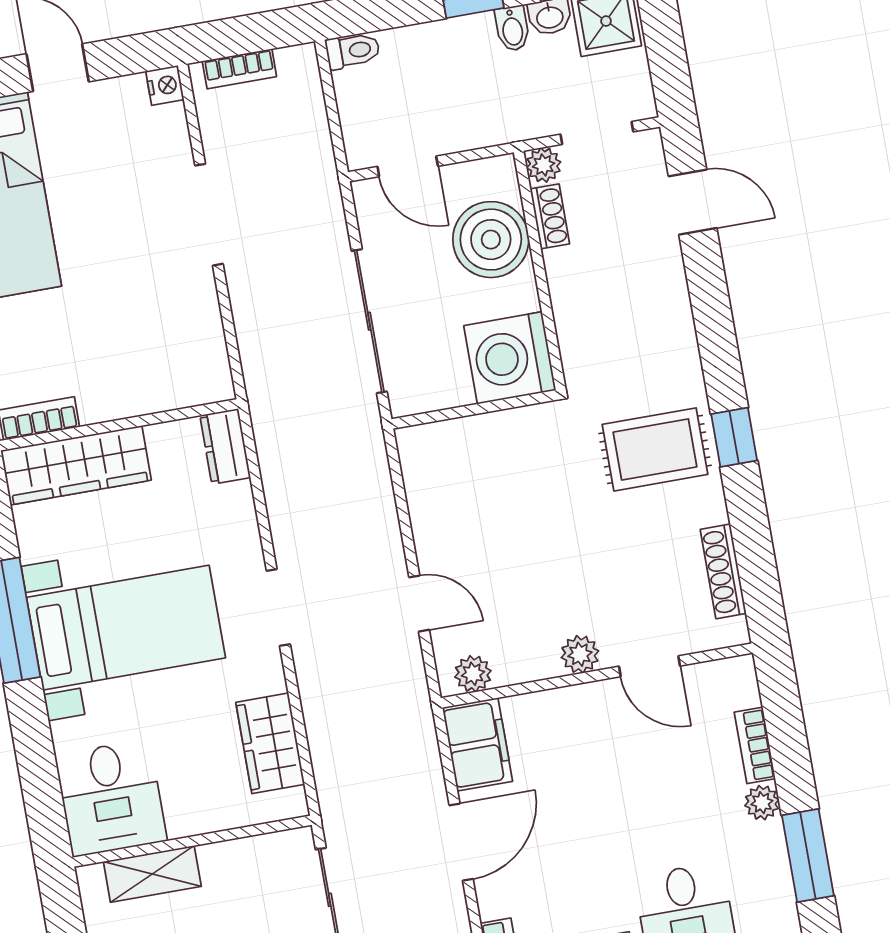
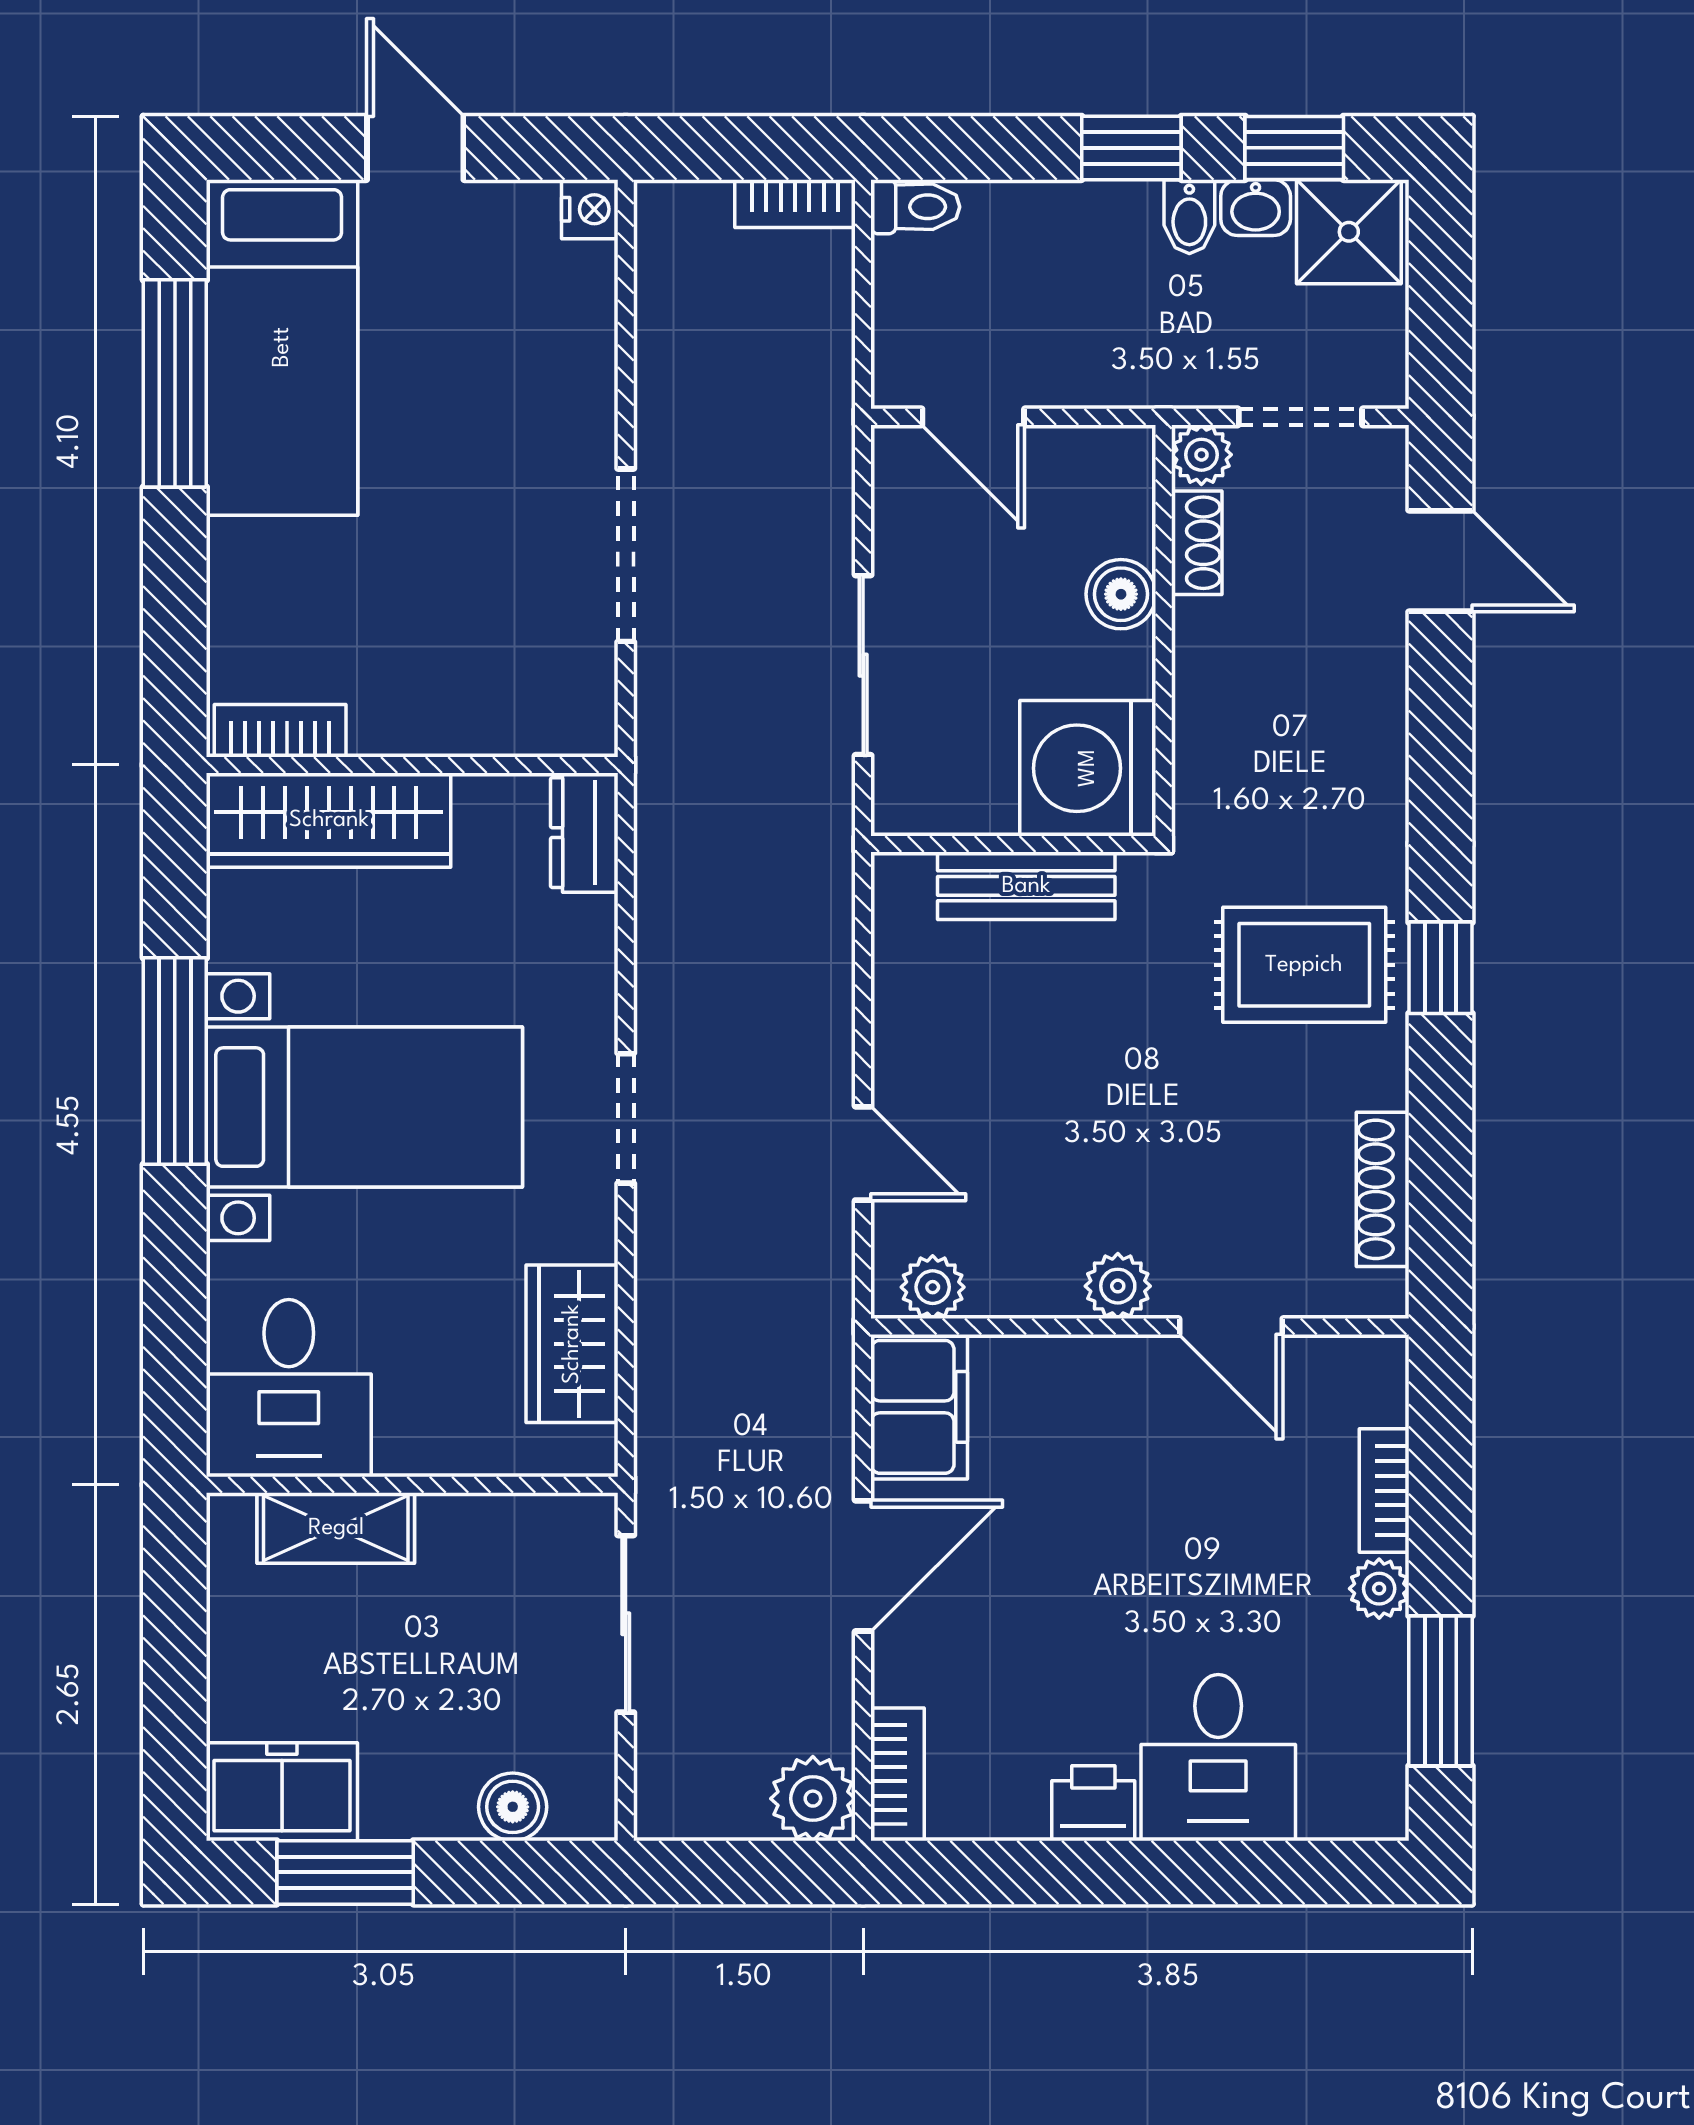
bookcase: (239, 69) -> (795, 204), moved
doorway: (209, 215) -> (626, 555), moved
boiler: (491, 240) -> (1121, 594), width x0.54, depth x0.54
sliding door: (369, 321) -> (863, 665), width x0.73
bench: (486, 432) -> (1026, 886), added

